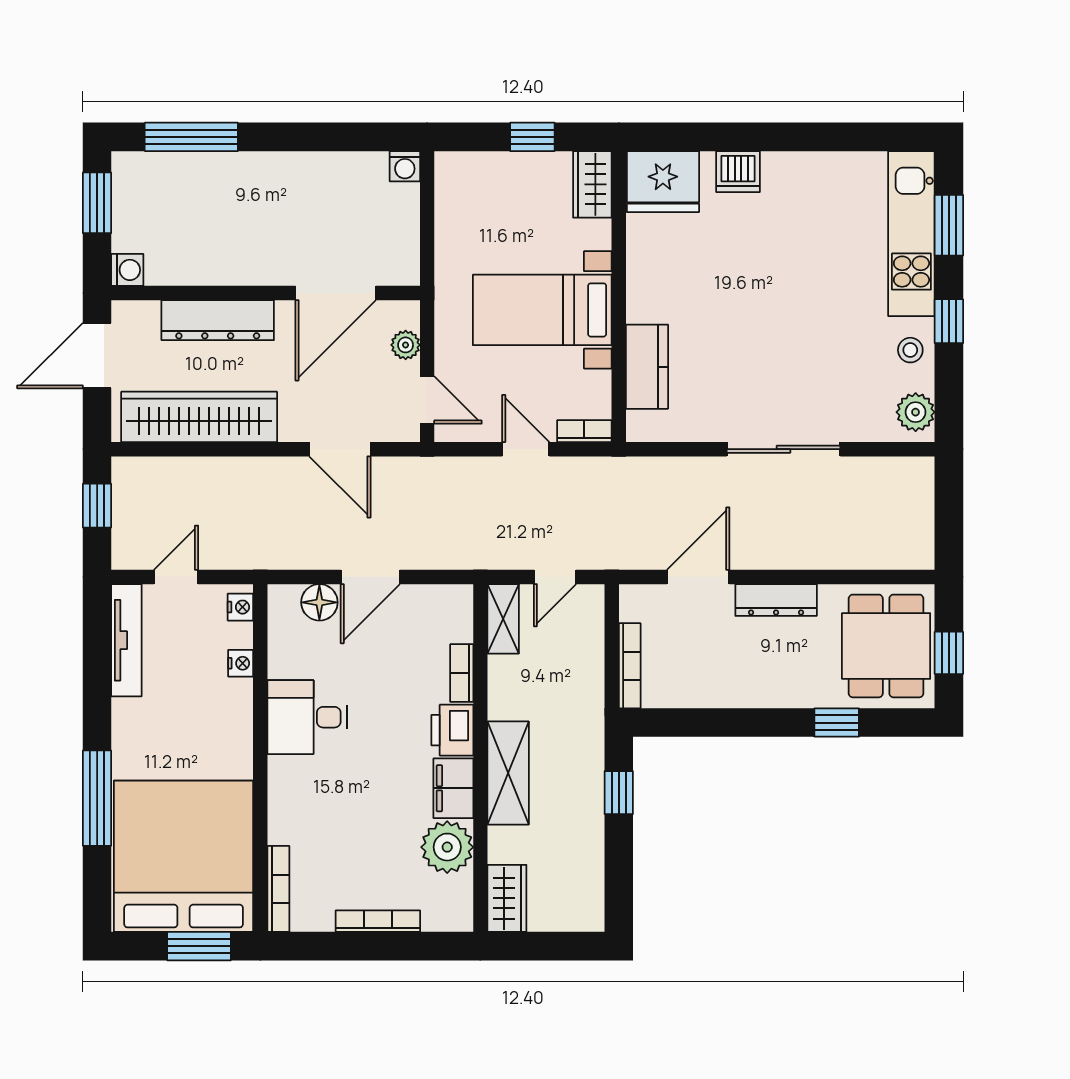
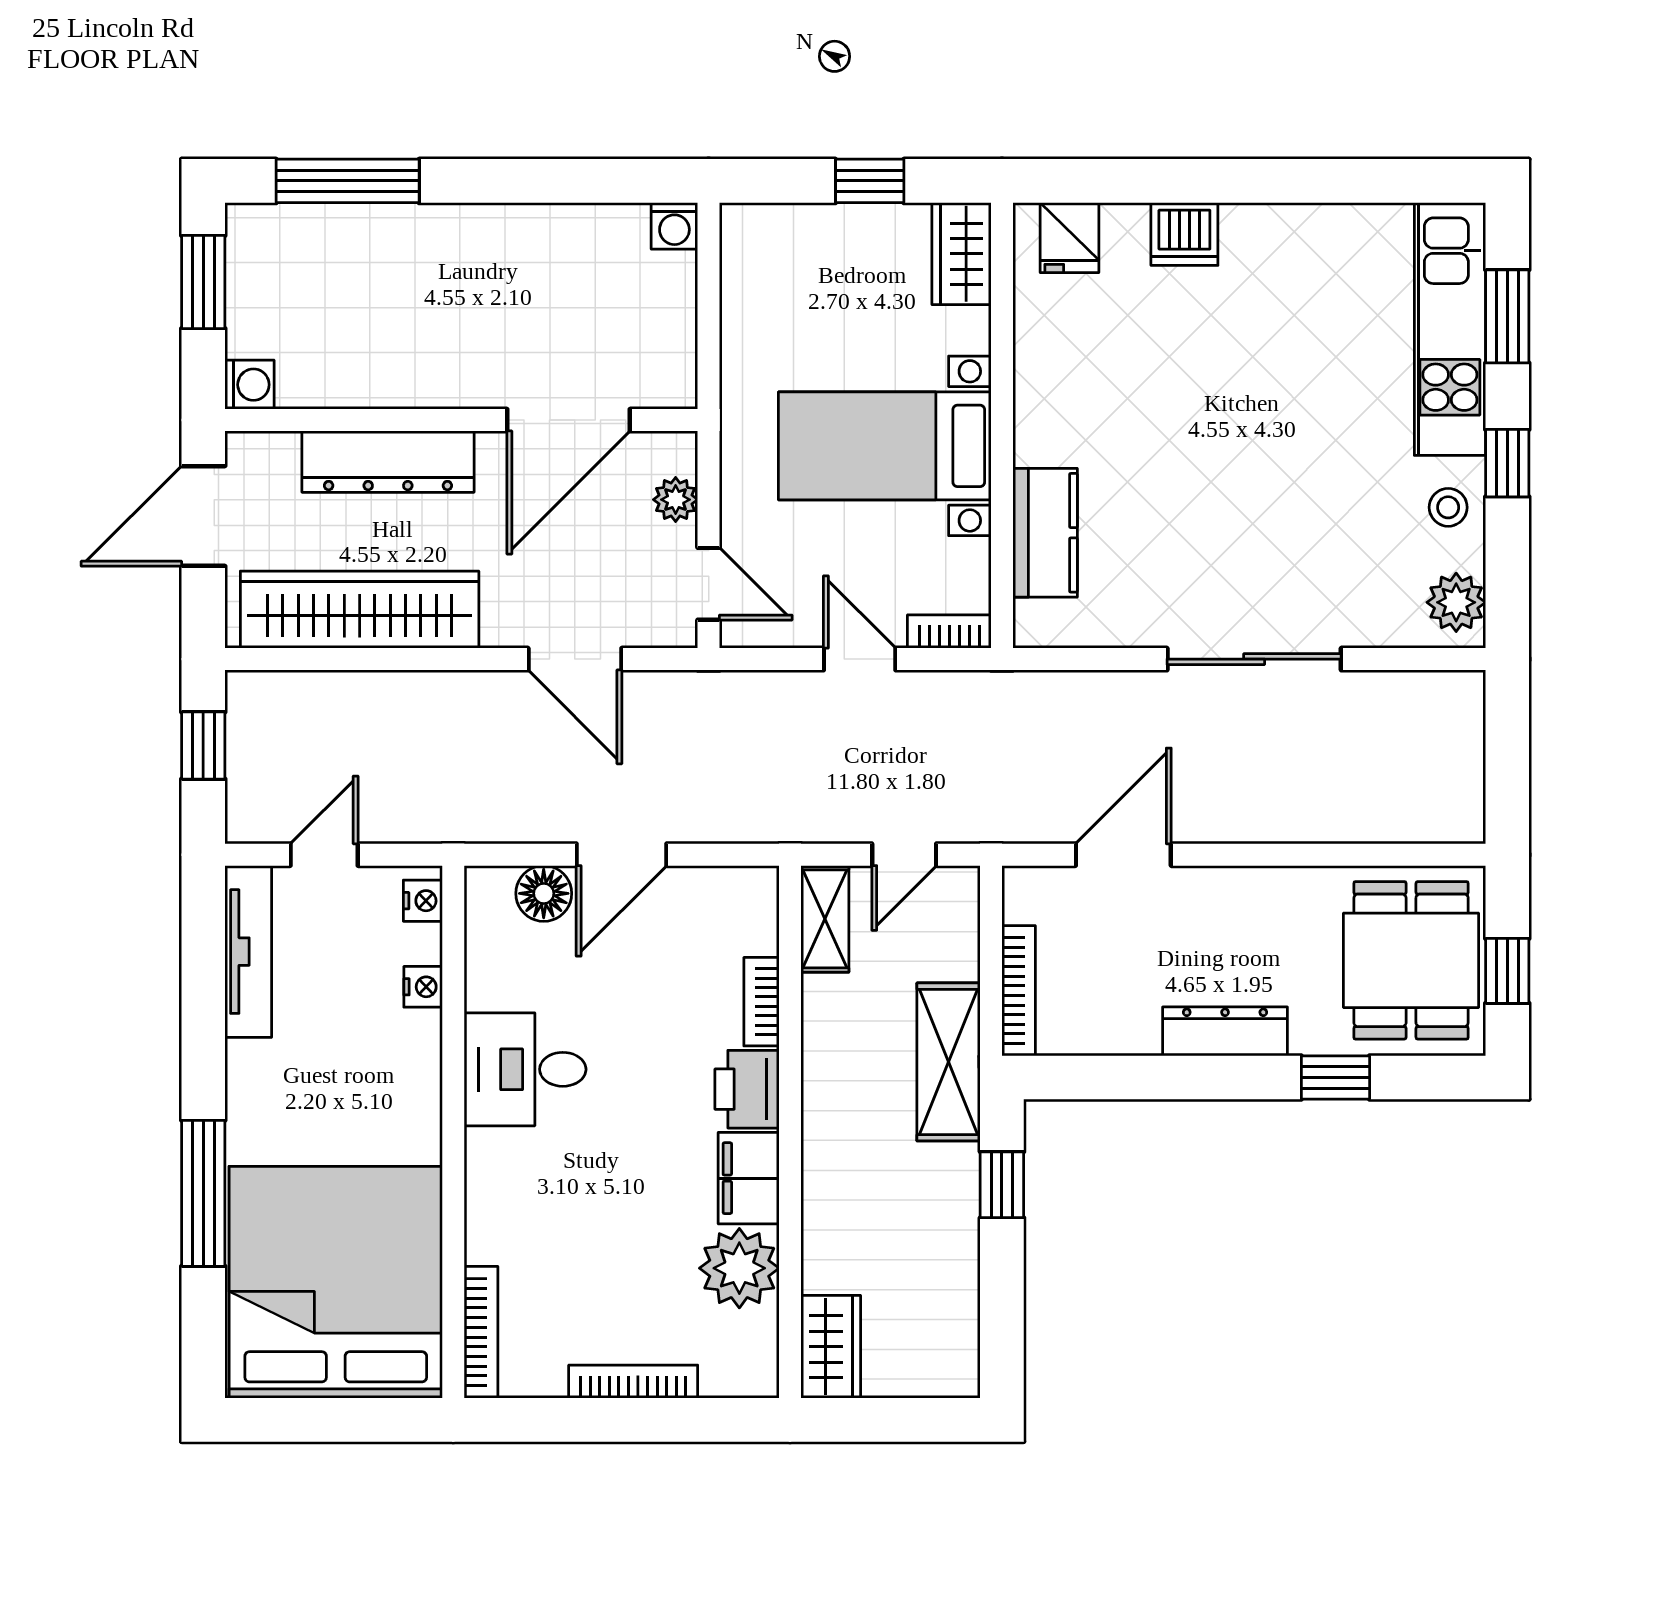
fridge: (663, 182) -> (1070, 238), width x0.53, depth x0.75
dresser: (776, 600) -> (1225, 1031), moved, turned 180
shelving: (508, 773) -> (949, 1062), moved
window: (199, 946) -> (359, 1420), removed

